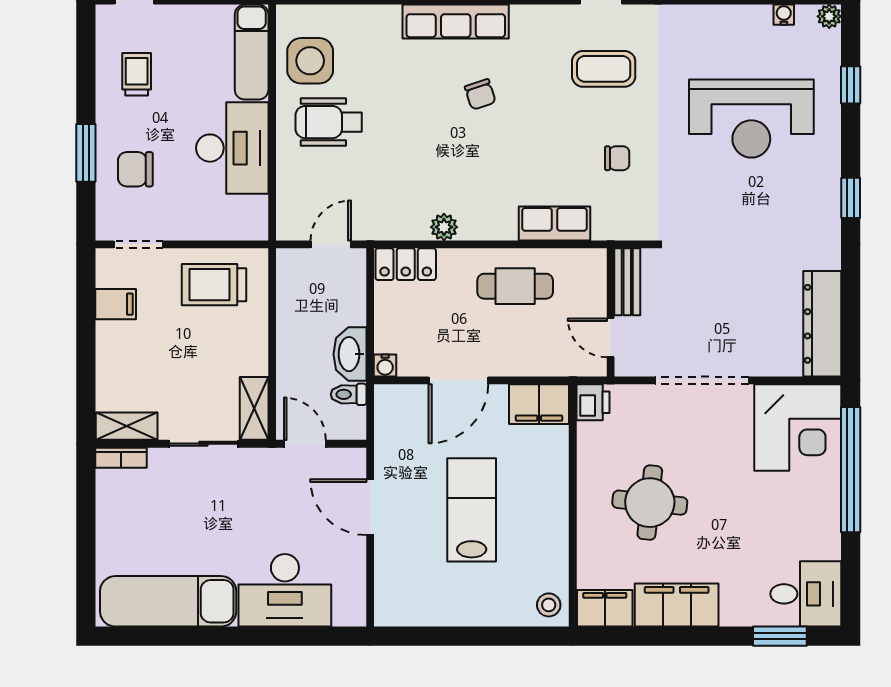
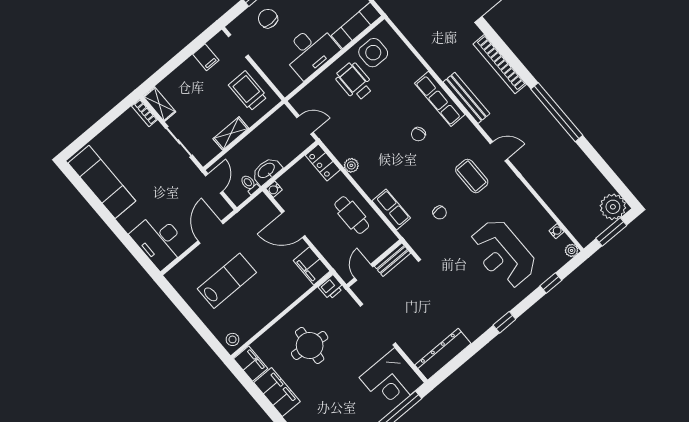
shelving: (254, 408) -> (231, 133), moved
lab bench: (472, 510) -> (227, 281), moved
desk: (285, 590) -> (159, 241), moved

